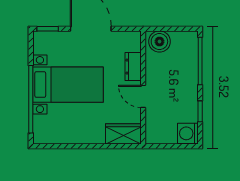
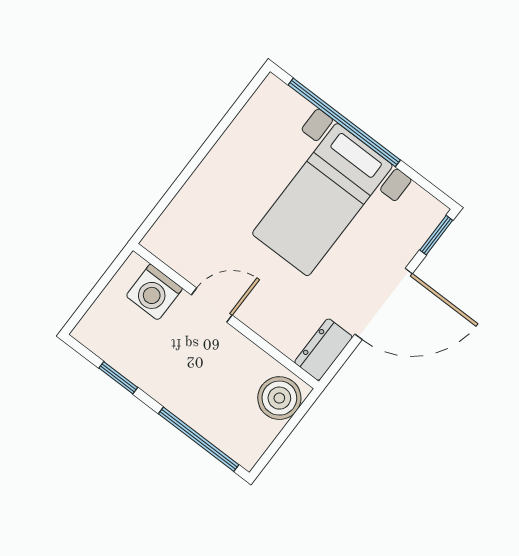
dresser: (133, 67) -> (323, 350), moved, turned -90
washing machine: (188, 133) -> (154, 292), moved, turned 180
wardrobe: (123, 134) -> (176, 228), removed

